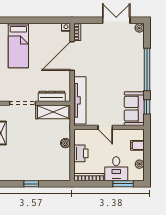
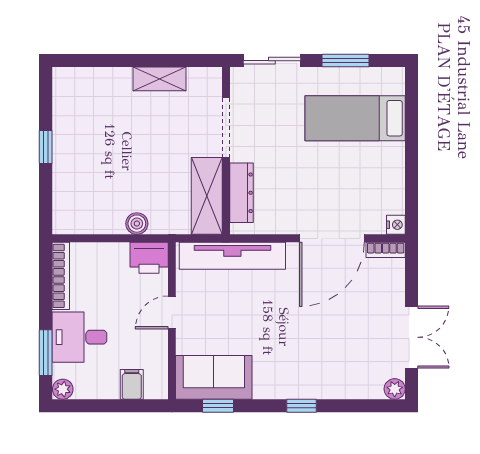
door: (72, 56) -> (332, 238), swing flipped
window: (147, 70) -> (302, 406), width x0.32
printer: (81, 153) -> (149, 258), moved
plant: (139, 164) -> (63, 389), moved

